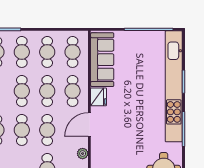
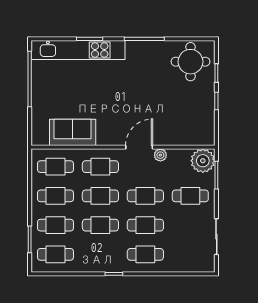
sofa: (102, 60) -> (73, 132), width x0.73
kitchen unit: (174, 86) -> (78, 50), width x0.73
fridge: (99, 97) -> (107, 137), removed
door: (89, 125) -> (139, 147), swing flipped
plant: (83, 154) -> (160, 155), moved

